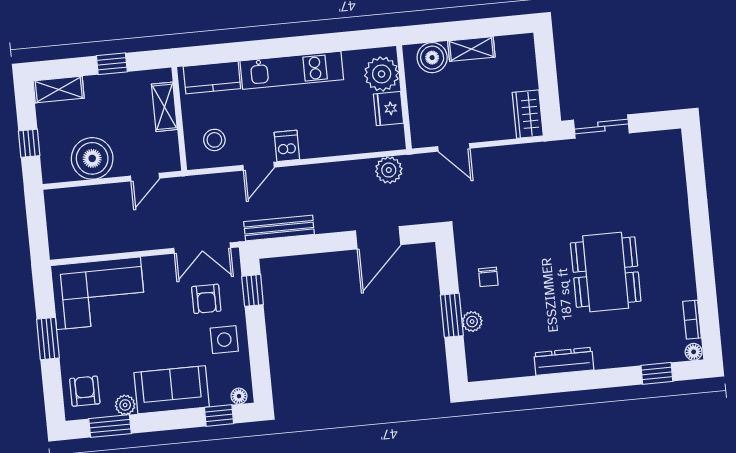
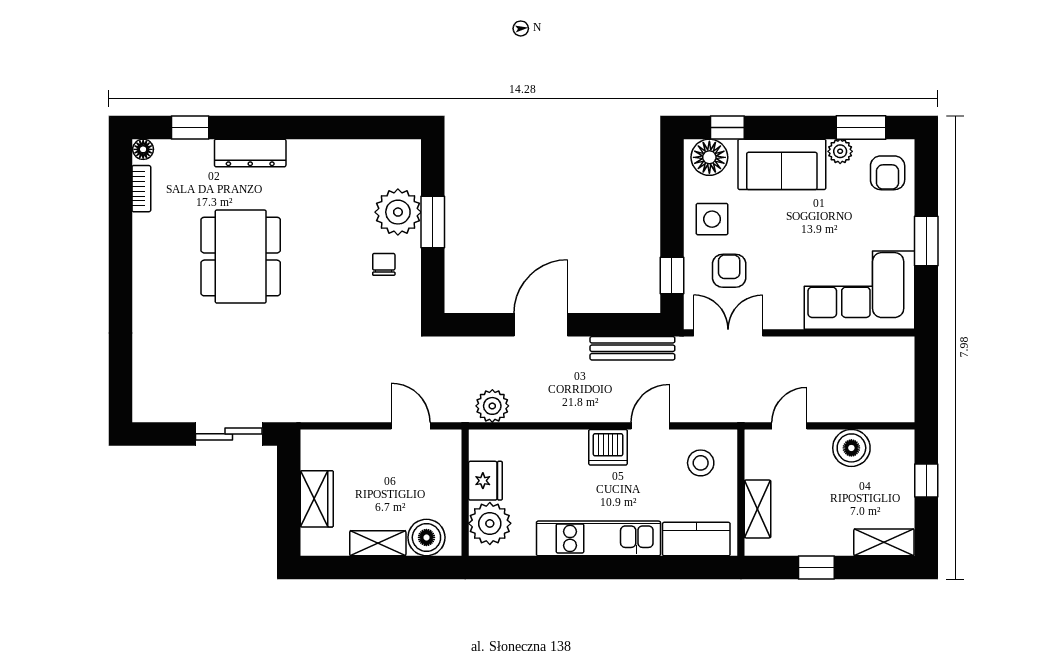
wardrobe: (528, 114) -> (317, 499), moved
dishwasher: (287, 146) -> (608, 447), width x1.38
boiler: (92, 158) -> (851, 448), width x0.73, depth x0.73
door: (378, 238) -> (541, 325), moved
plant: (472, 322) -> (398, 212), width x1.88, depth x1.88
dresser: (564, 361) -> (250, 153), moved
floor lamp: (239, 396) -> (709, 157), width x1.89, depth x1.89

